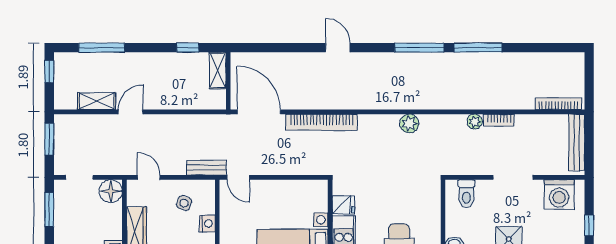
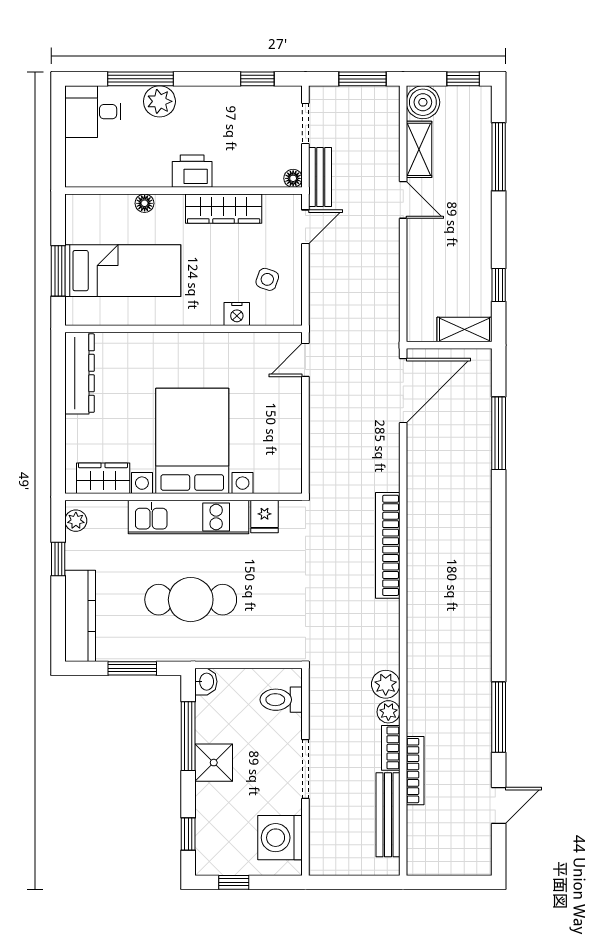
door: (338, 48) -> (499, 805), moved
window: (419, 48) -> (499, 433), moved
boiler: (65, 98) -> (423, 102), added
bookcase: (559, 104) -> (415, 771), moved
bookcase: (322, 122) -> (388, 545), moved
plant: (409, 124) -> (386, 684), moved
bench: (577, 142) -> (388, 815), moved, turned 90
bench: (207, 168) -> (320, 177), moved
floor lamp: (111, 191) -> (293, 178), width x0.53, depth x0.53
window: (49, 210) -> (257, 79), width x0.67

